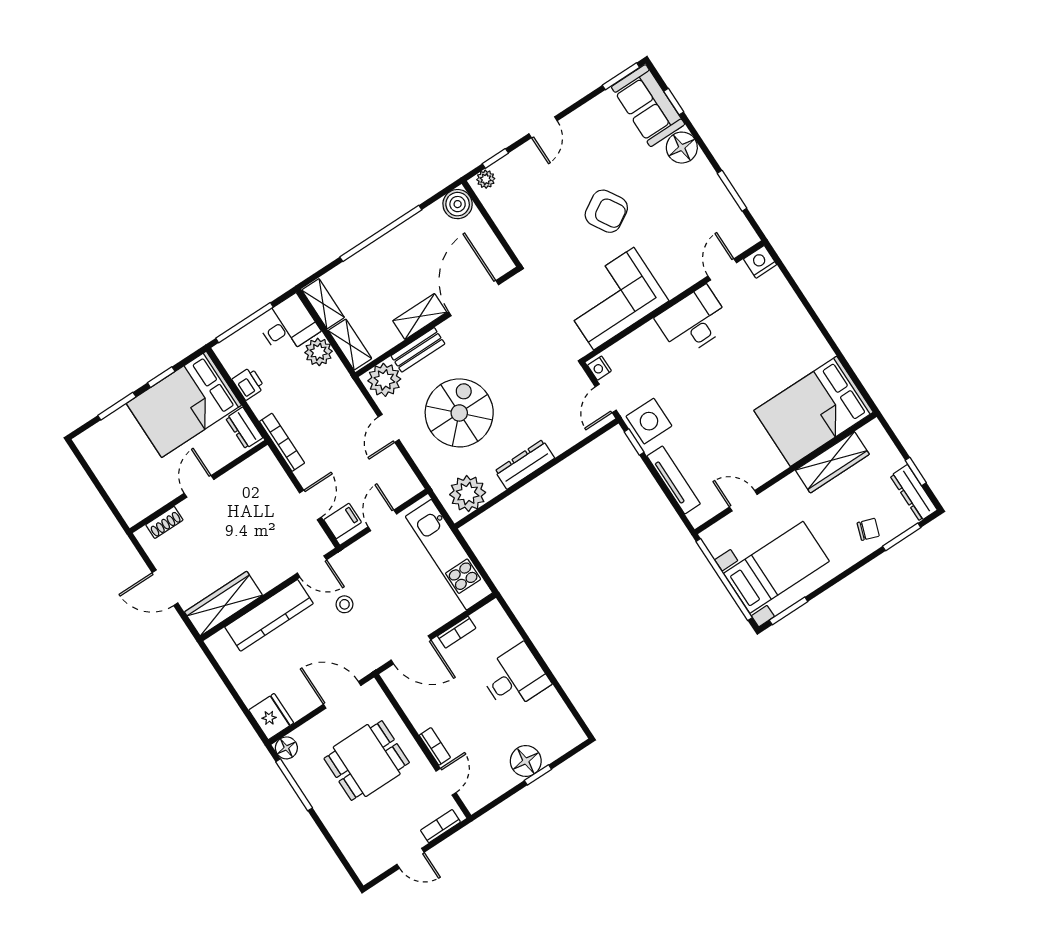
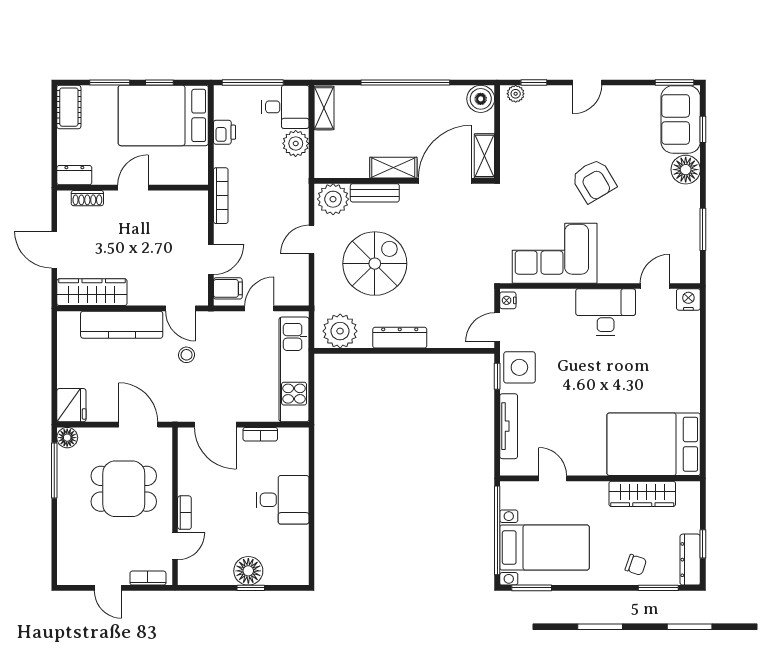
shelving: (350, 345) -> (484, 156), moved
dresser: (244, 428) -> (74, 175), moved, turned 90
cot: (95, 452) -> (69, 107), added

